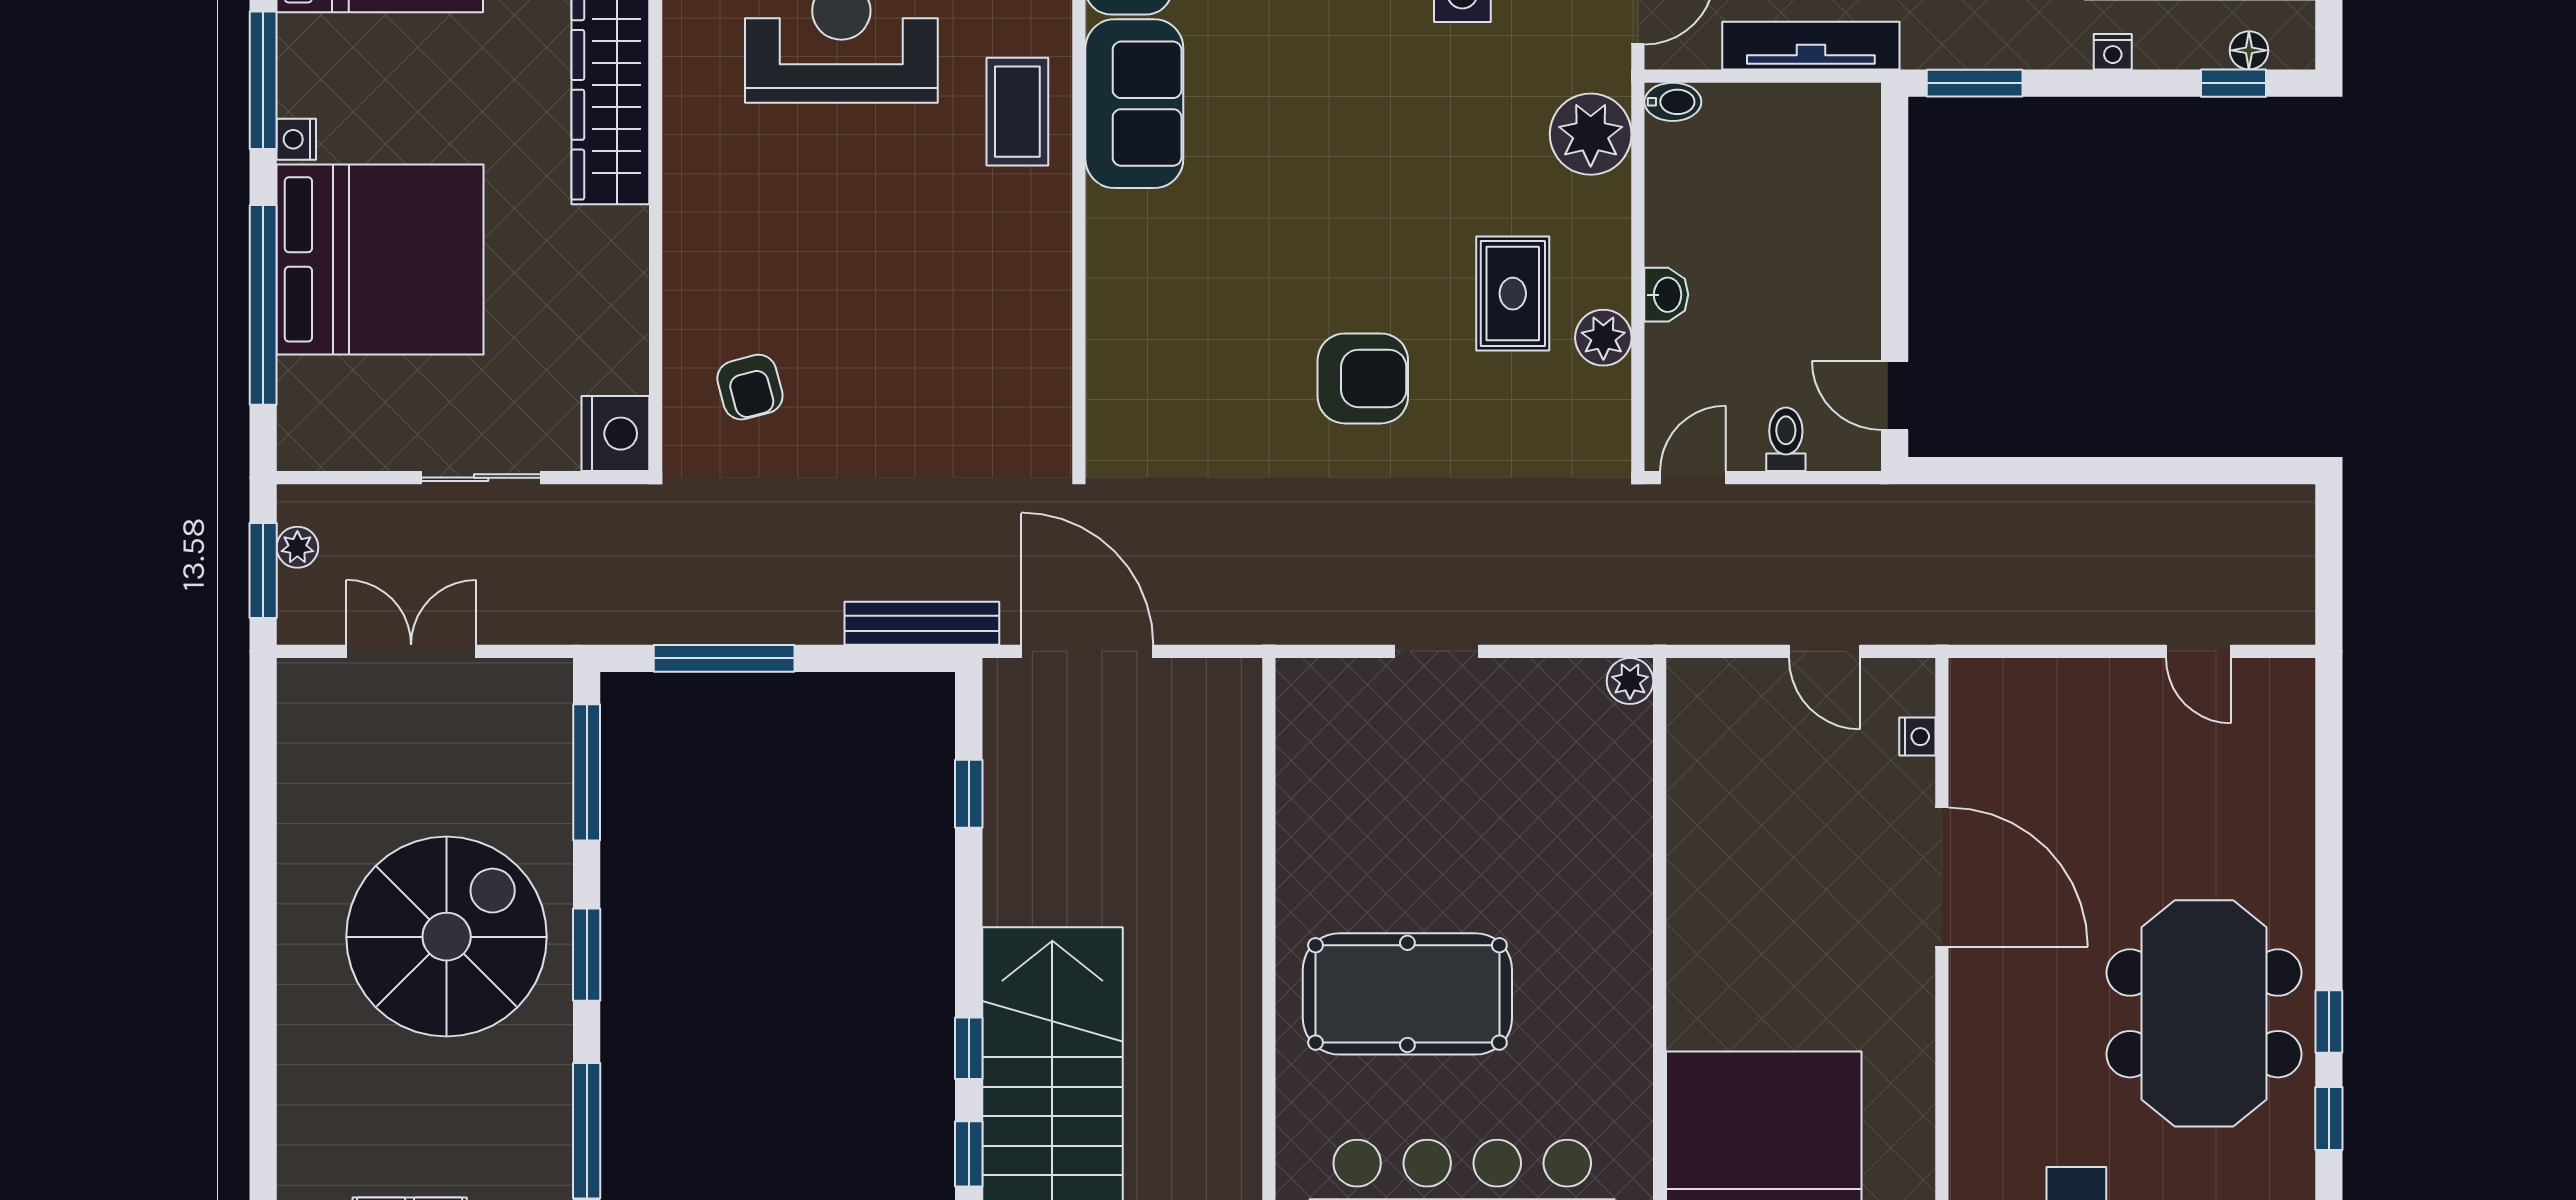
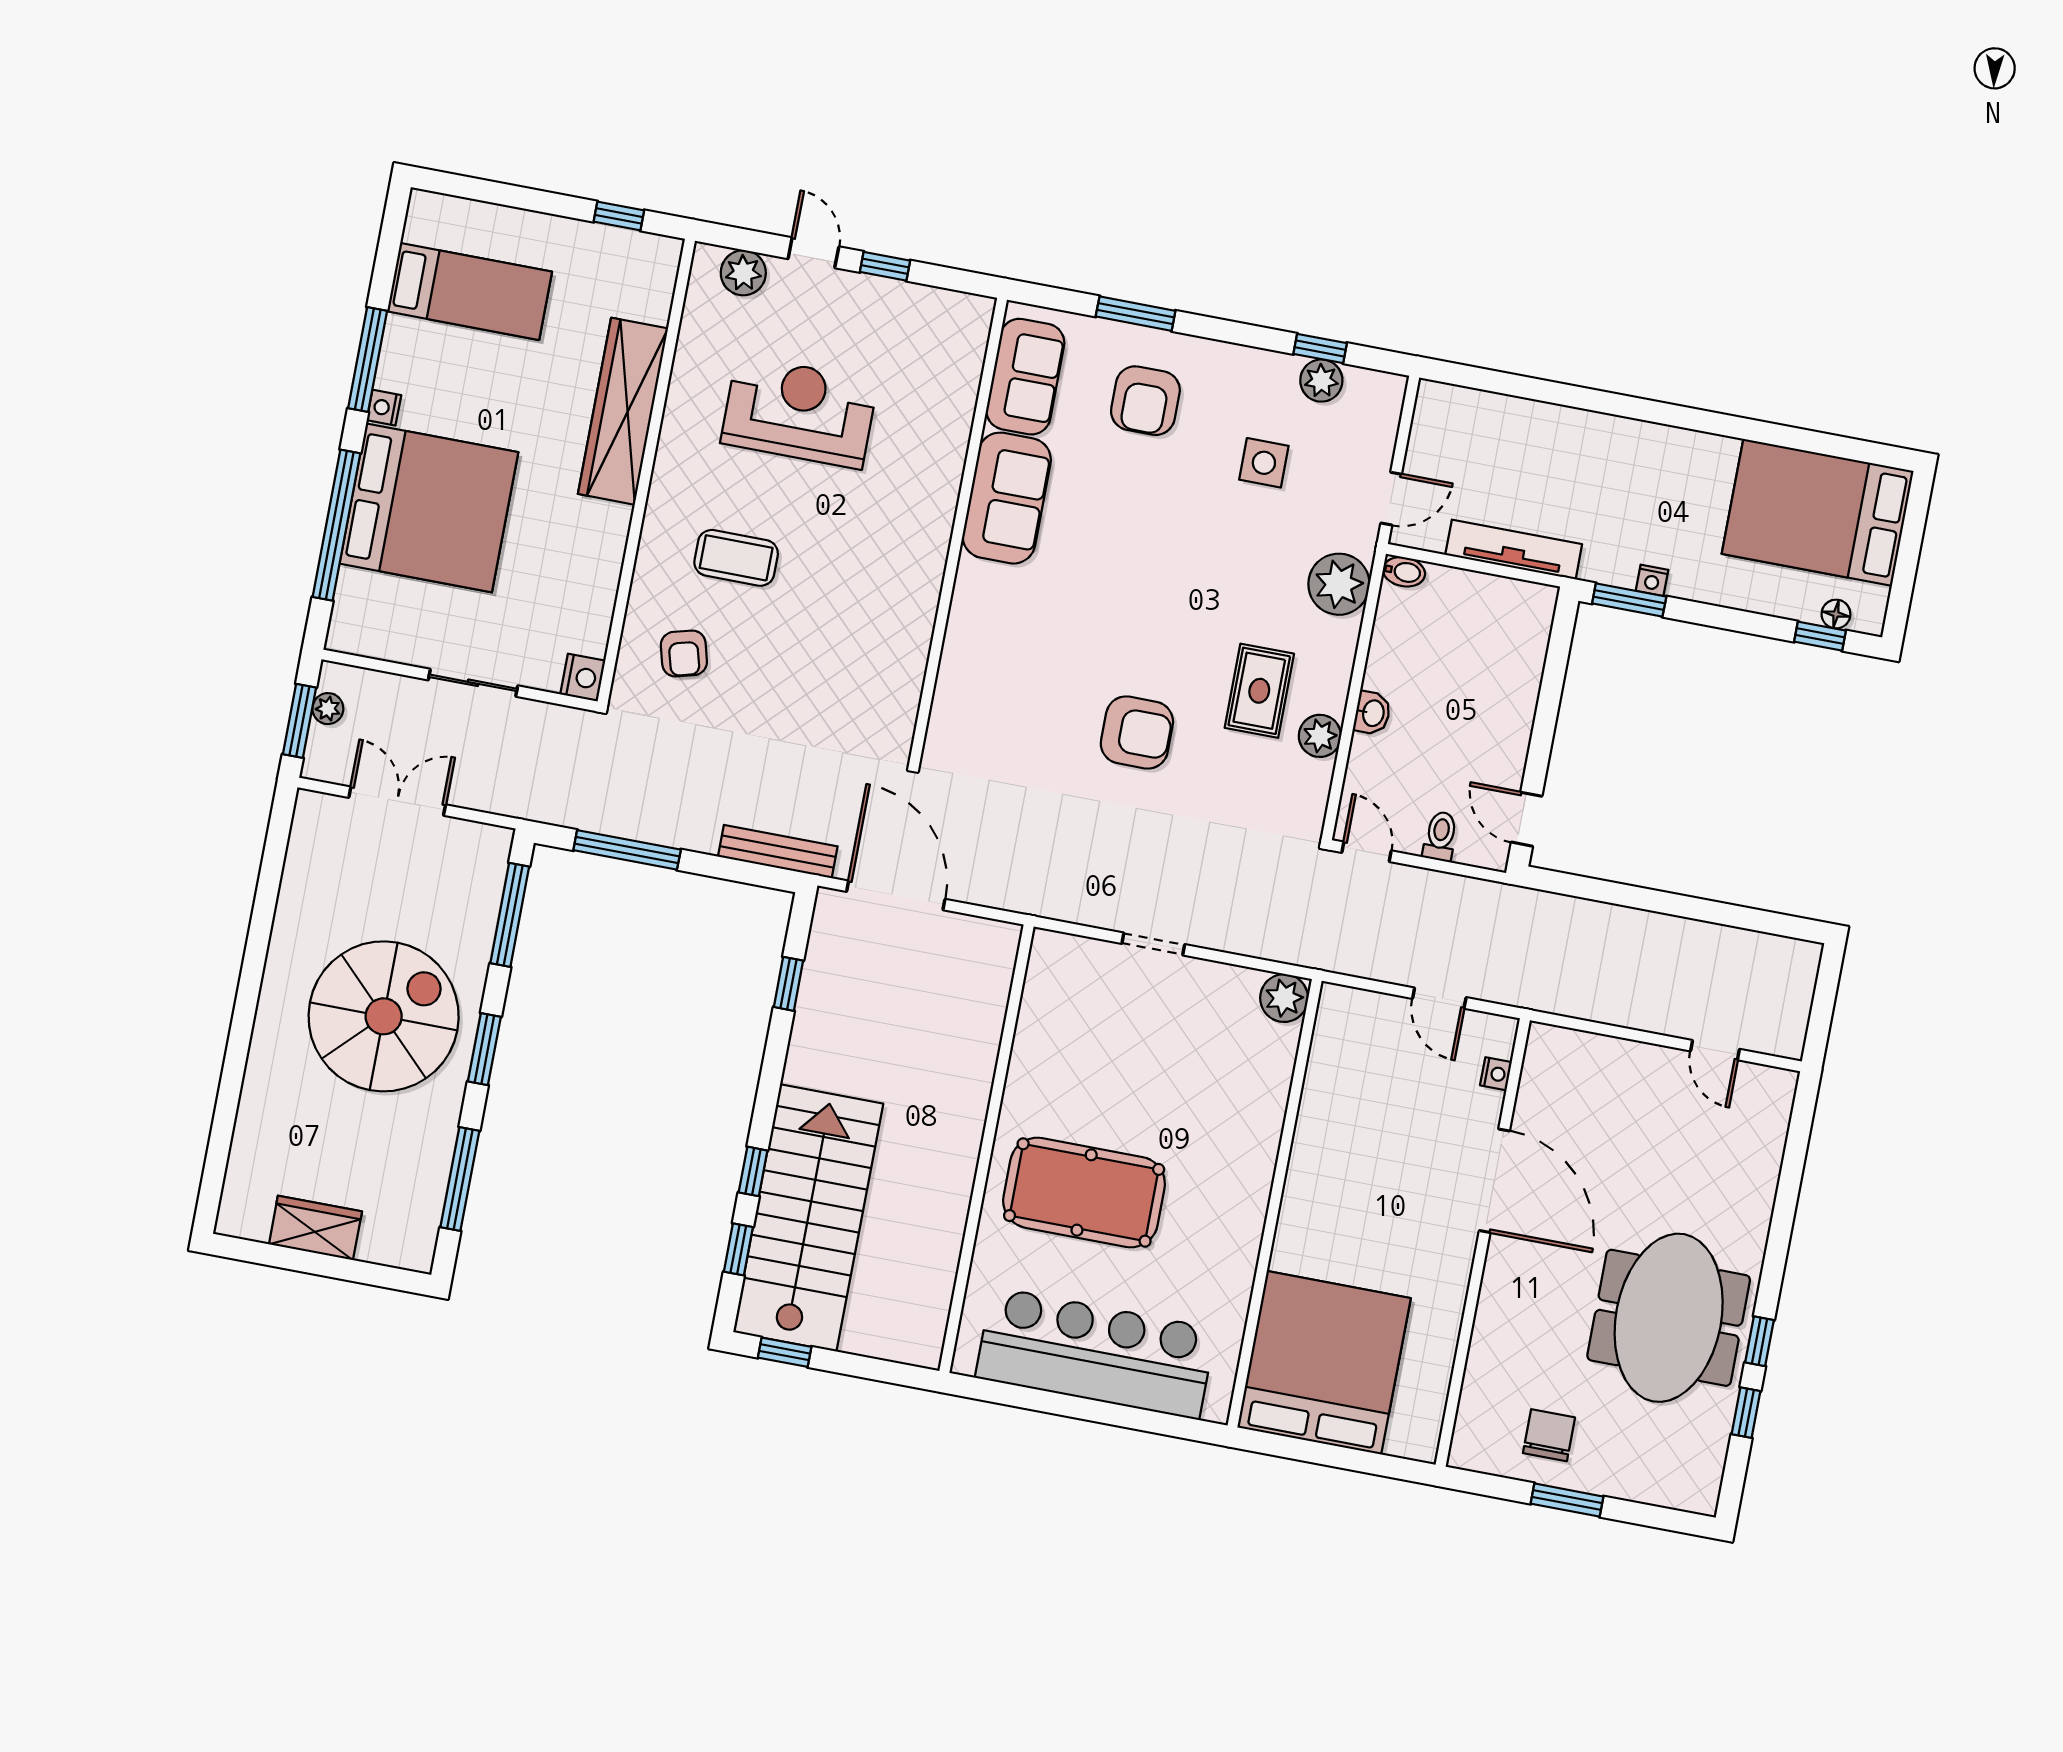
nightstand: (2113, 52) -> (1652, 580), moved
coffee table: (1017, 112) -> (736, 558), moved, turned 90
nightstand: (615, 434) -> (583, 677), width x0.74, depth x0.75
door: (1693, 478) -> (1367, 852), hinge flipped
plant: (1630, 681) -> (1284, 998), width x1.38, depth x1.38

